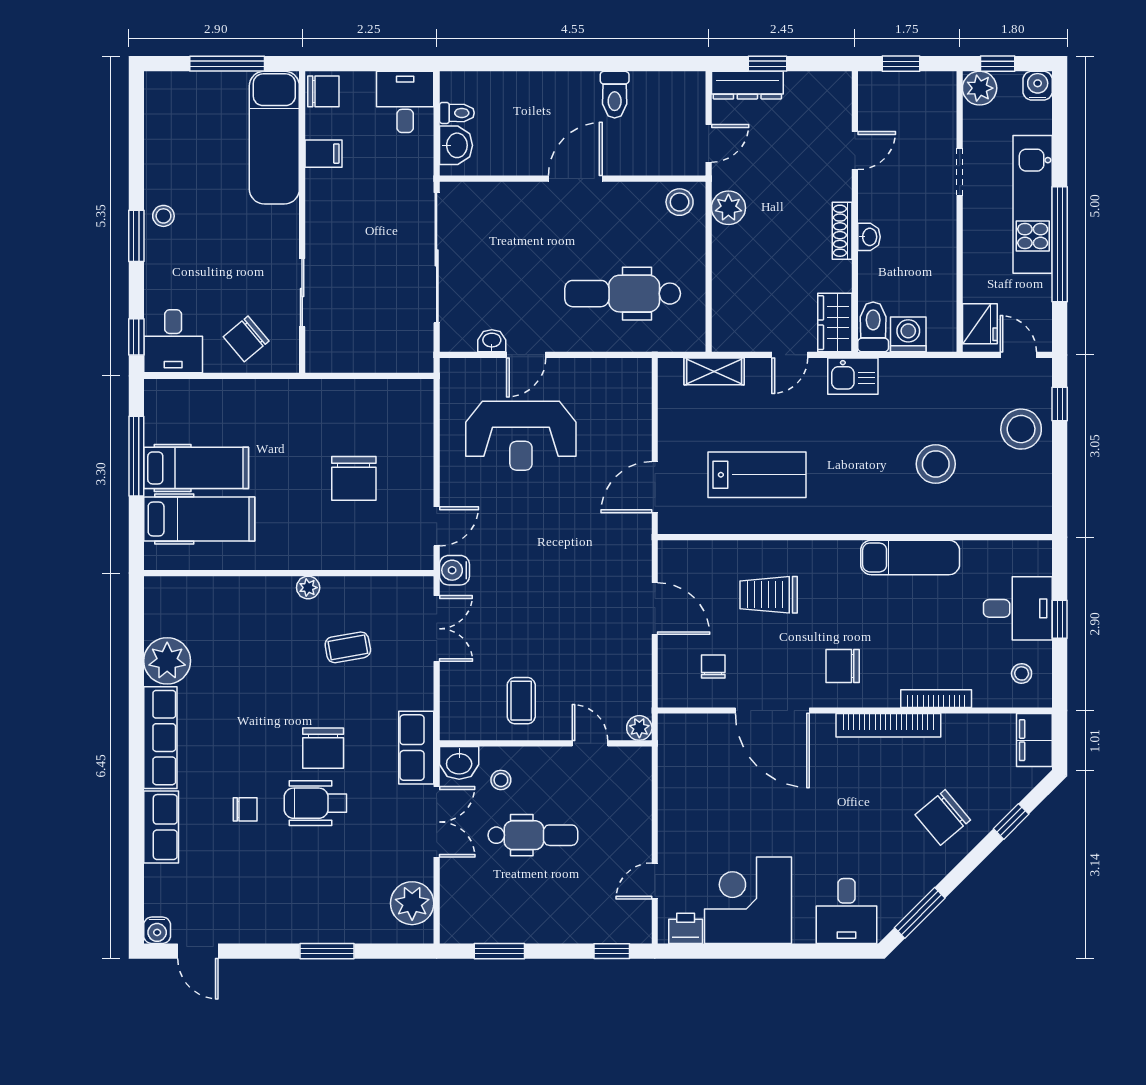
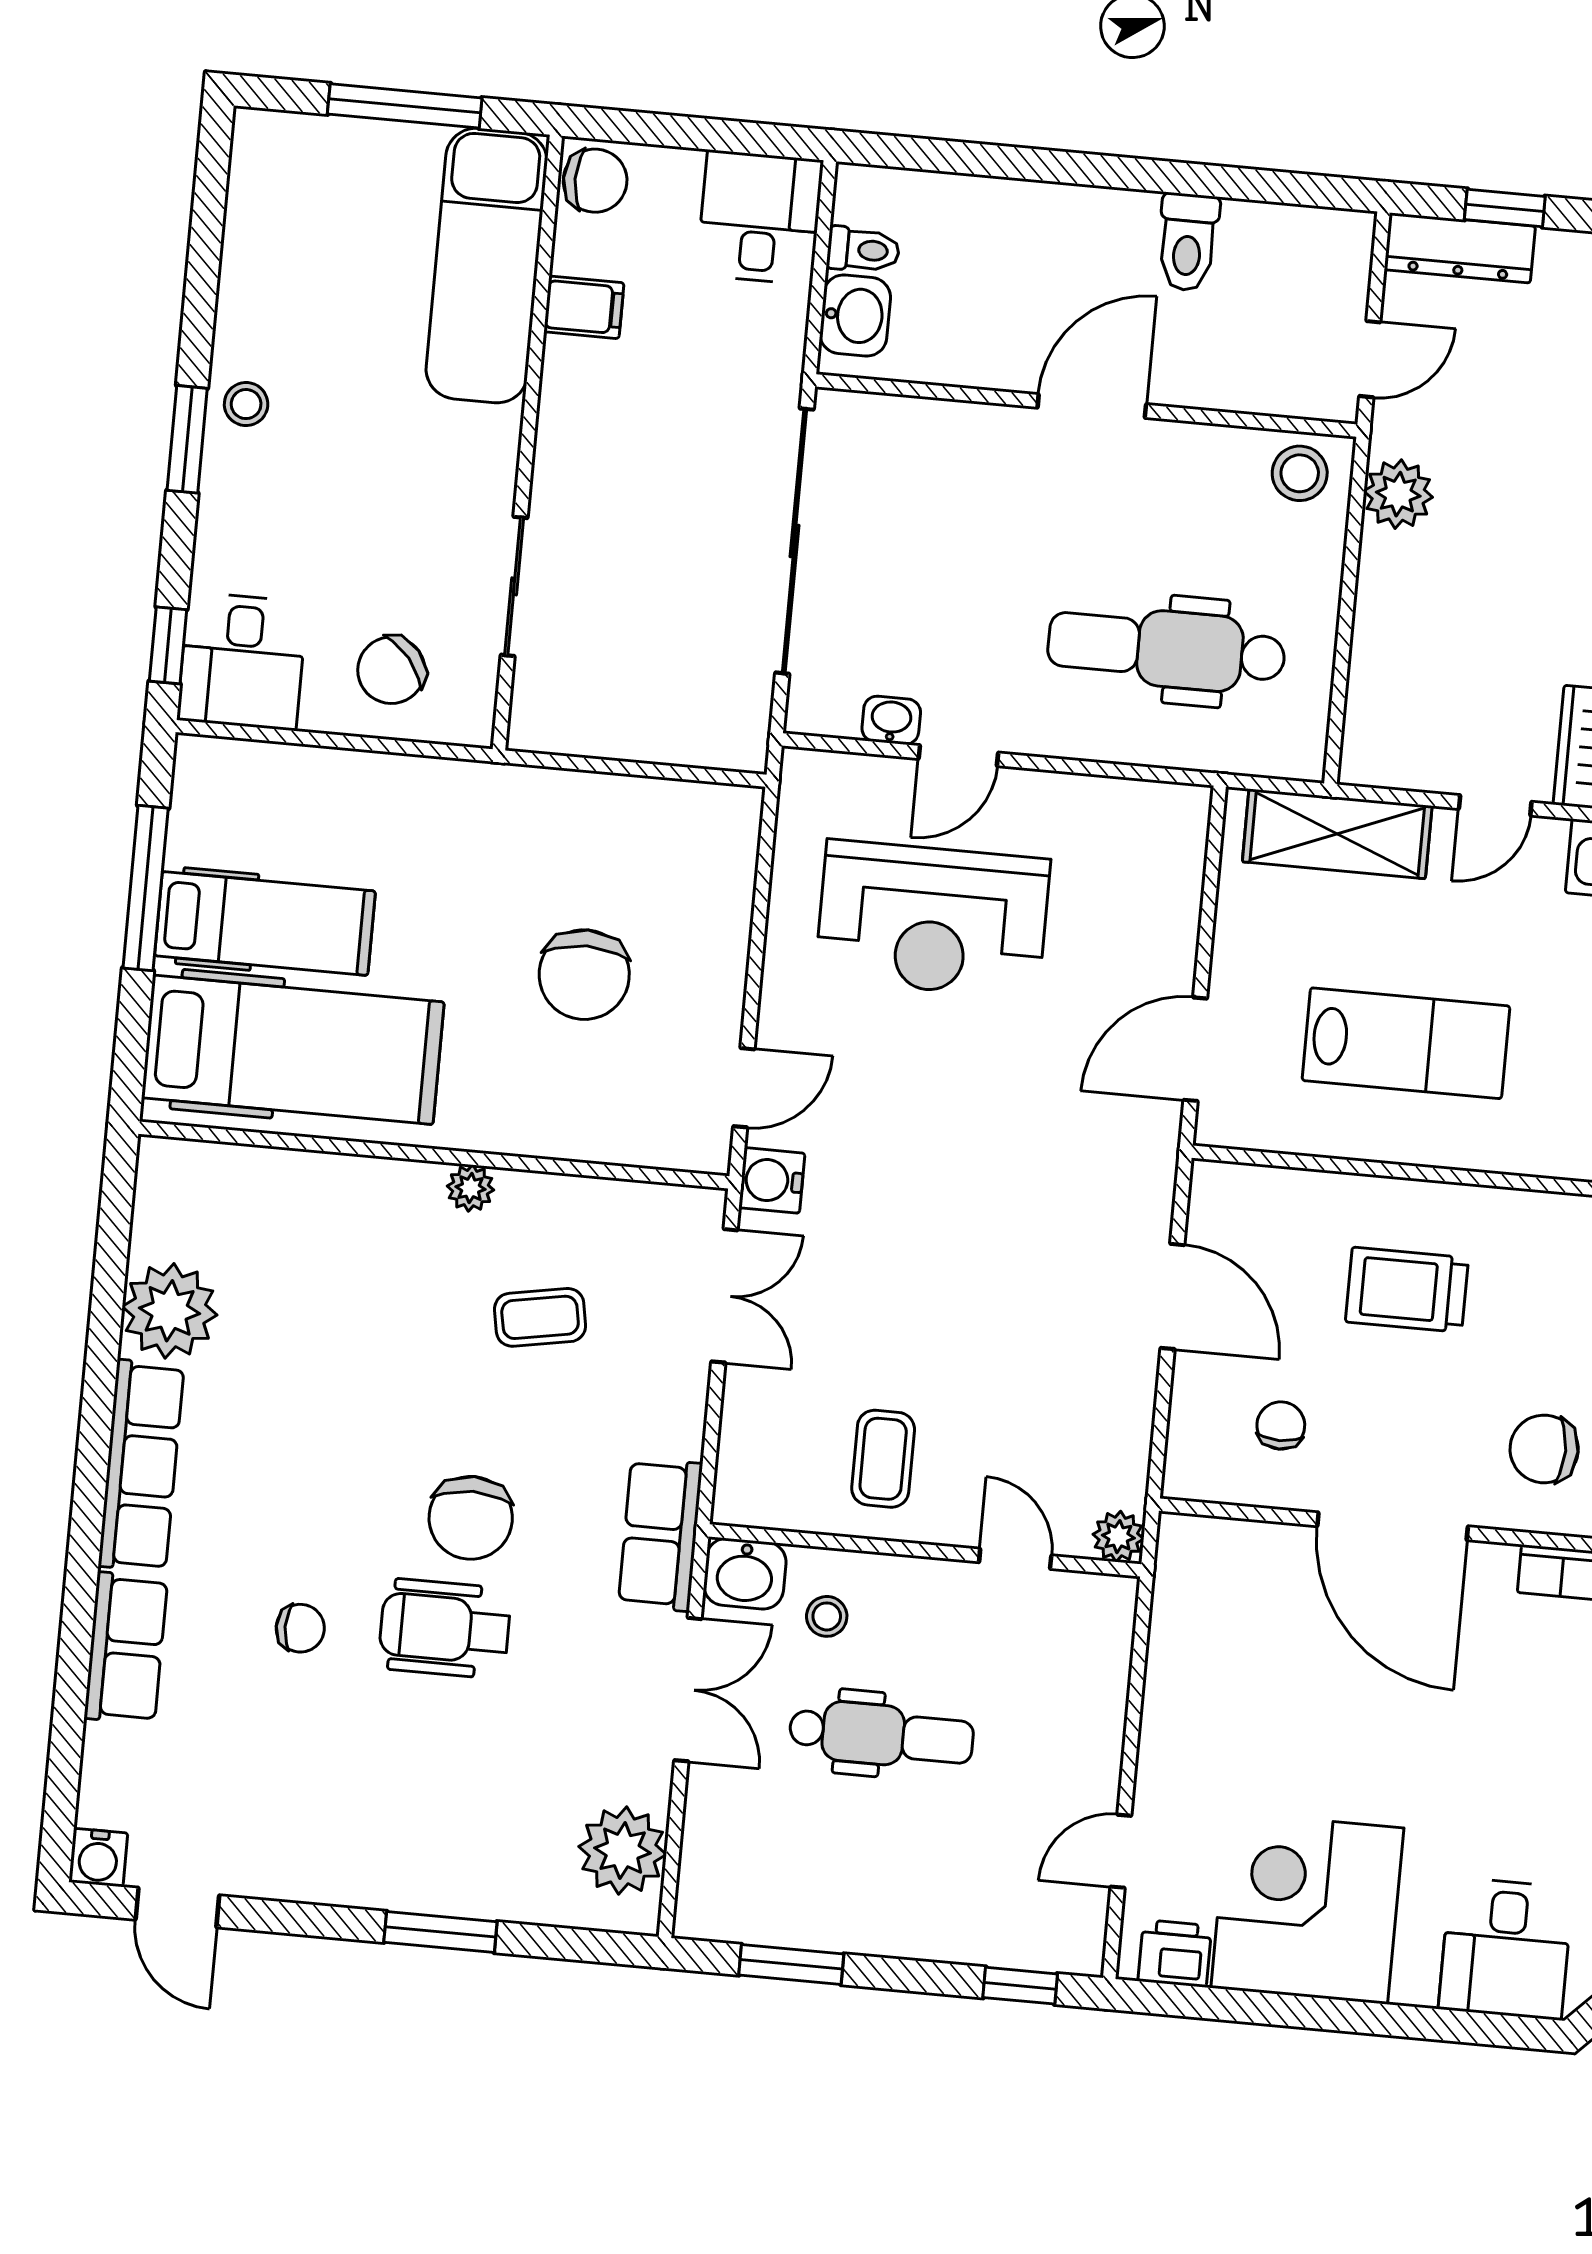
shelving: (714, 371) -> (1337, 834), width x1.50, depth x1.33
hospital bed: (199, 519) -> (293, 1050), width x1.37, depth x1.29

